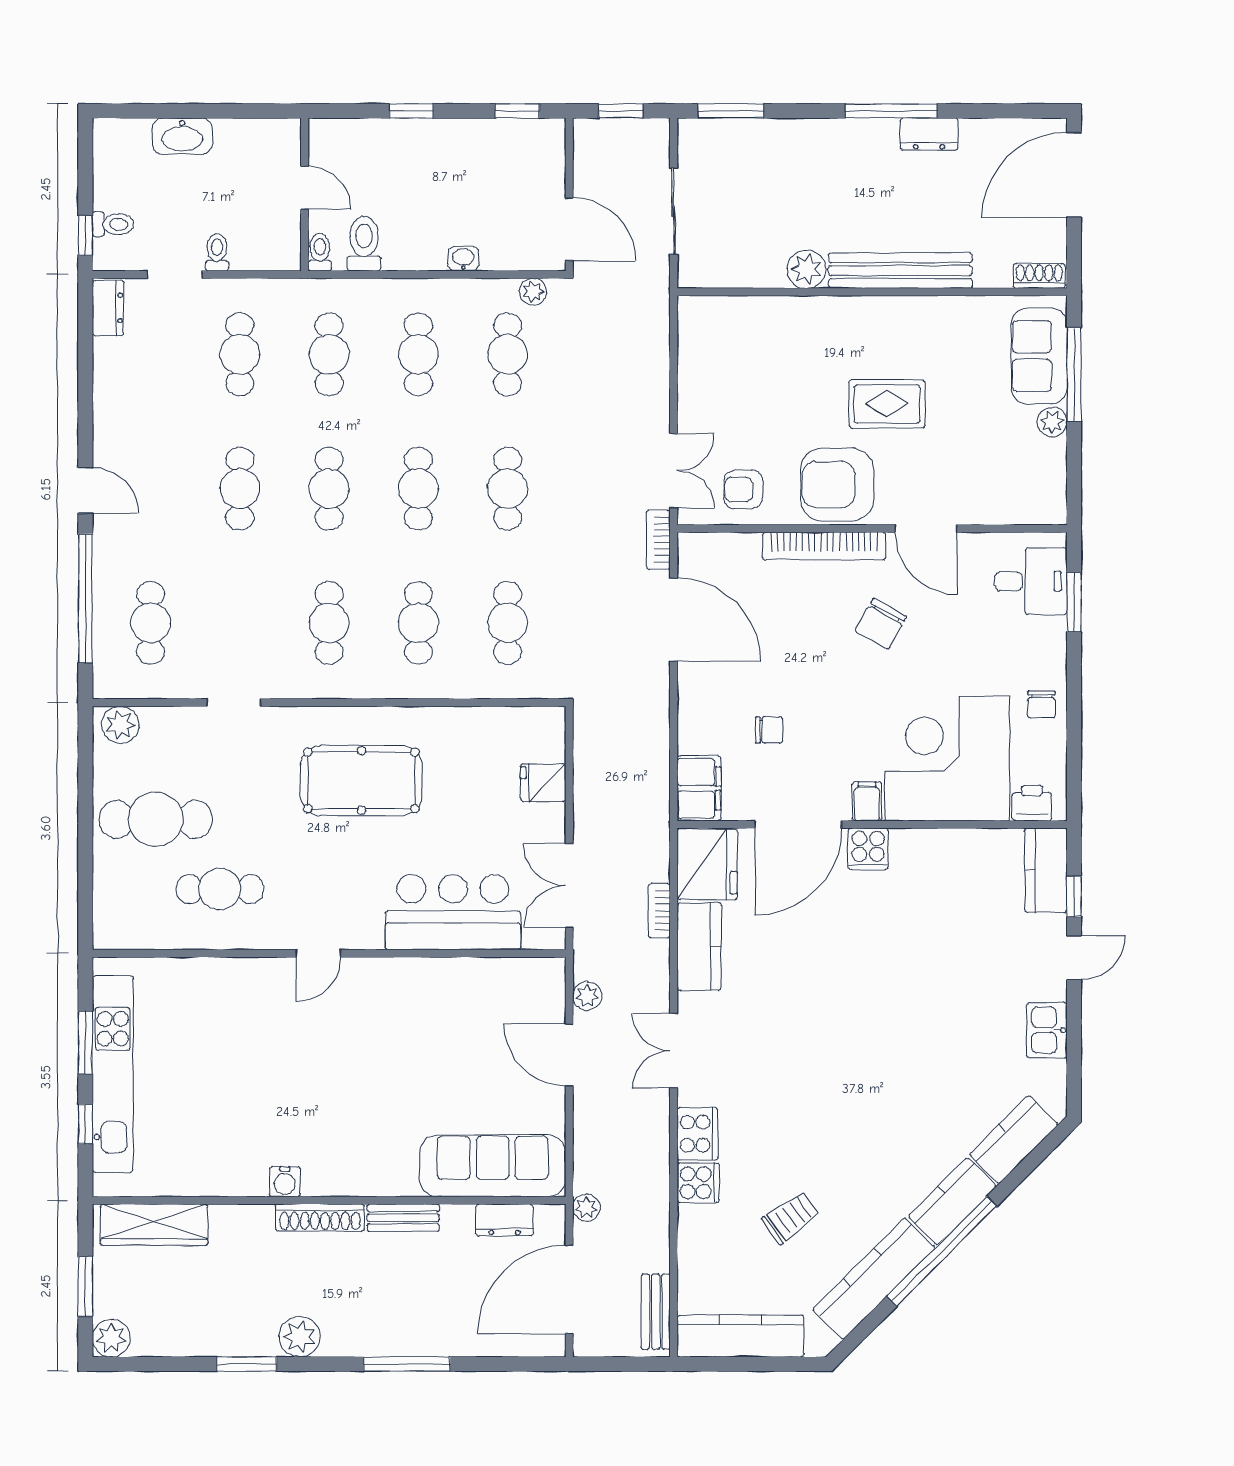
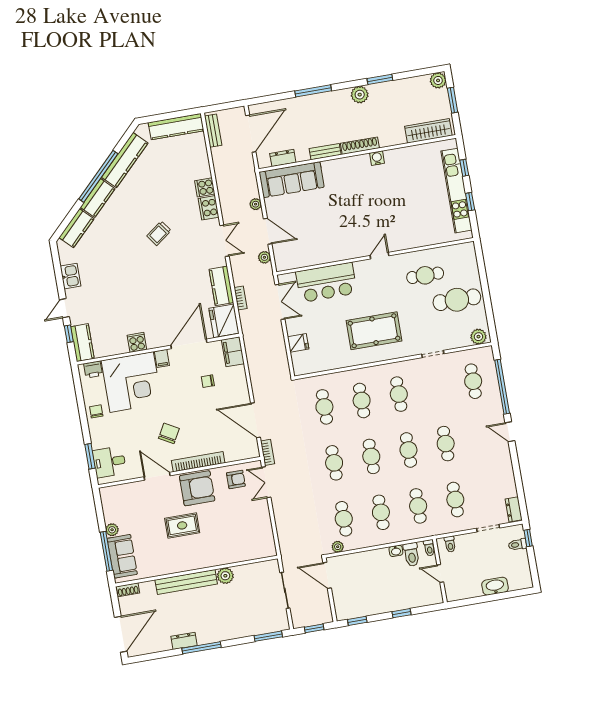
toilet: (217, 252) -> (450, 544), moved
washbasin: (463, 259) -> (396, 551), moved
cooker: (868, 849) -> (137, 342), moved
window: (85, 1043) -> (470, 202), width x0.67
plant: (586, 1208) -> (256, 204), moved
trolley: (791, 1217) -> (159, 233), moved

